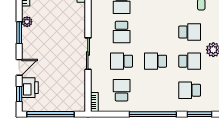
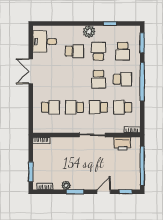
school desk: (122, 32) -> (74, 107), turned 180
school desk: (190, 32) -> (74, 51), turned 90
school desk: (122, 61) -> (98, 107), turned 90
door: (19, 67) -> (104, 192), hinge flipped
printer: (30, 88) -> (122, 144), moved, turned 180
school desk: (156, 90) -> (123, 79), added

